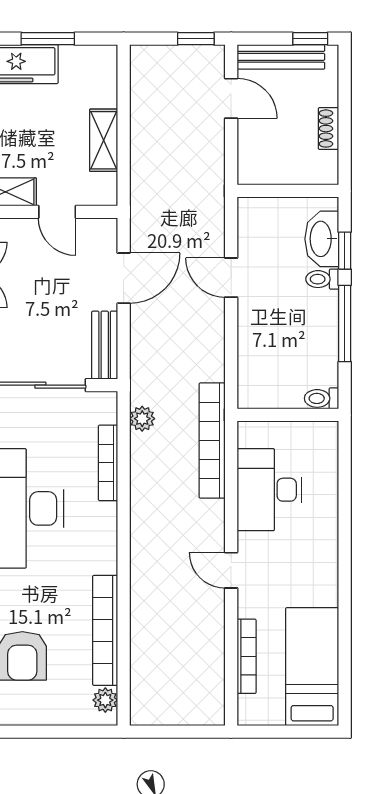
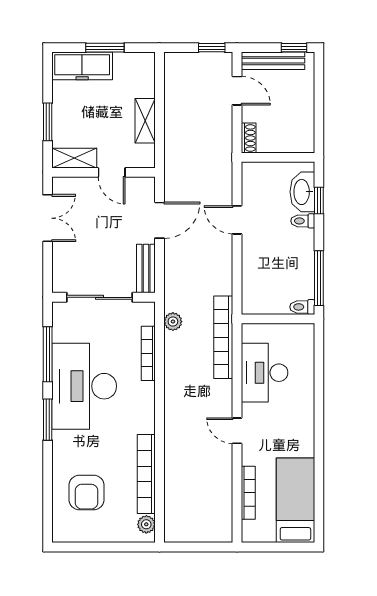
shoe rack: (329, 129) -> (249, 138), moved, turned 180
window: (345, 323) -> (319, 278), moved

